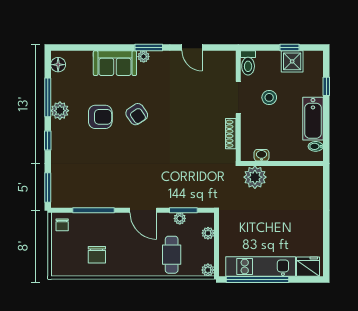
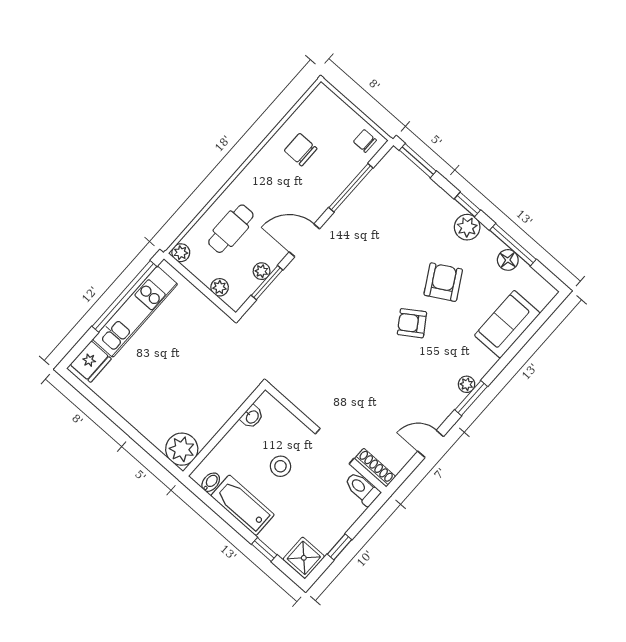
shower: (292, 61) -> (304, 558), moved
sofa: (115, 63) -> (507, 324), moved
floor lamp: (58, 65) -> (508, 260), moved
stool: (269, 97) -> (280, 466), moved
plant: (60, 111) -> (467, 227), moved
armchair: (100, 117) -> (443, 282), turned 150
shoe rack: (231, 134) -> (375, 468), moved
plant: (255, 177) -> (182, 449), moved
cafe table: (172, 255) -> (231, 229), turned 90

